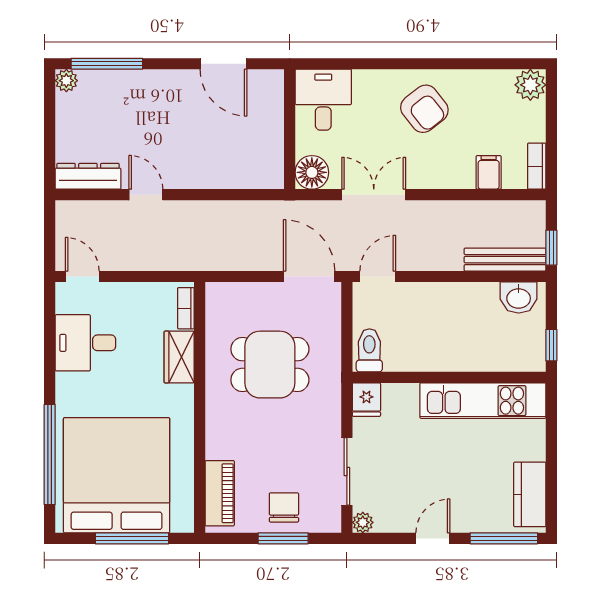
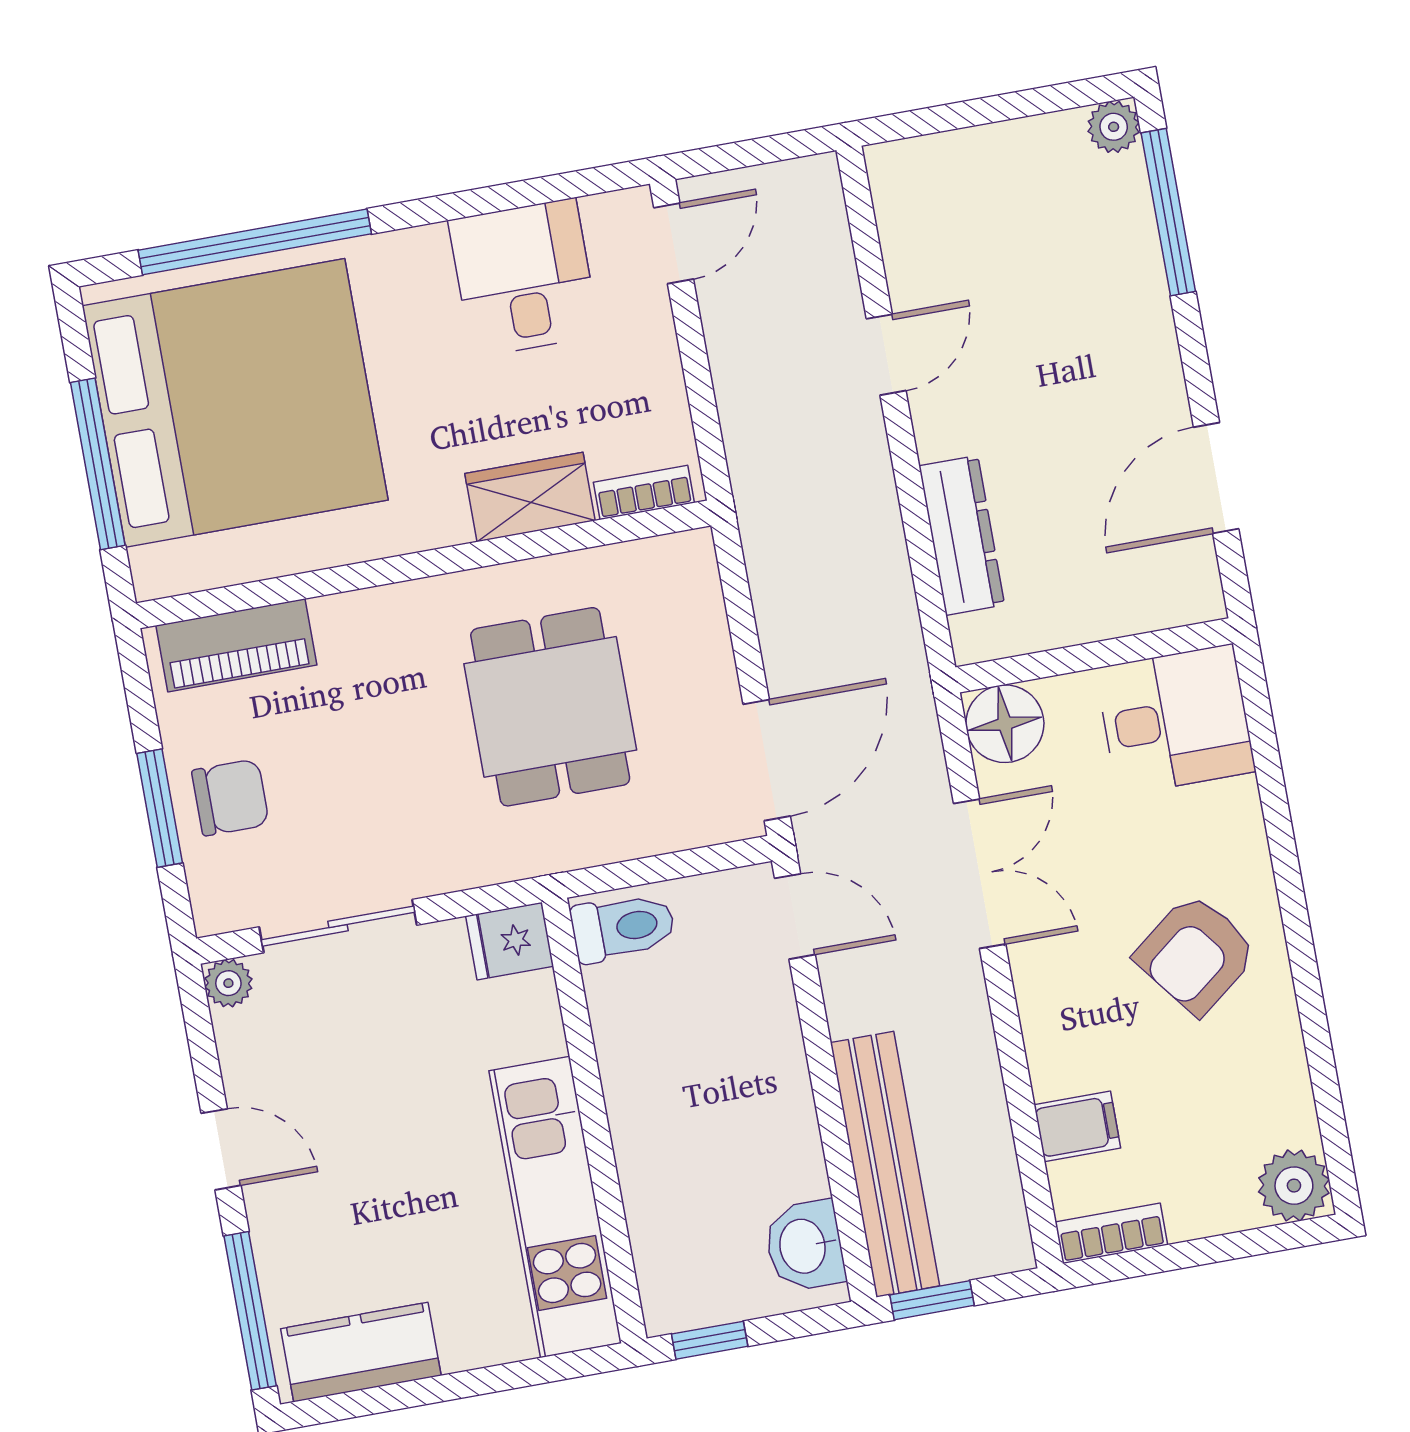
dresser: (88, 176) -> (962, 535), moved
bench: (505, 260) -> (885, 1164), width x1.37, depth x1.21

